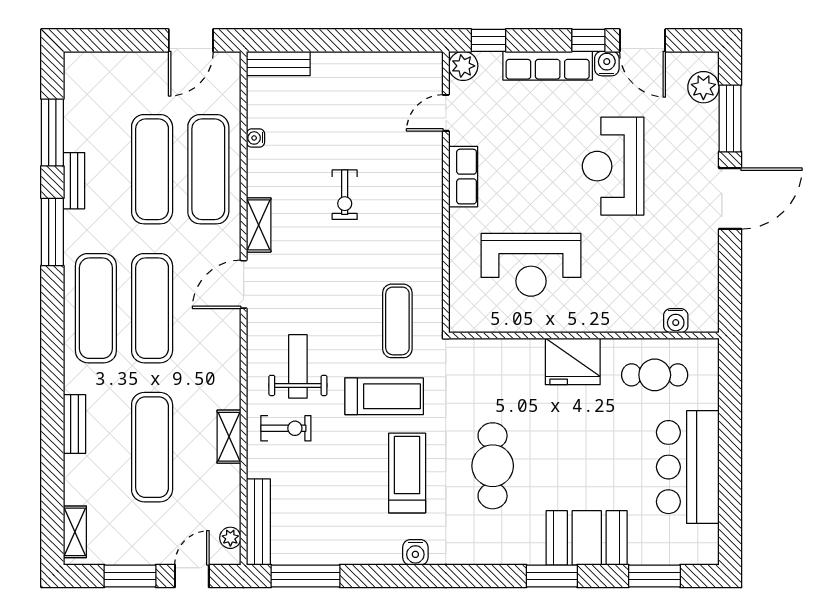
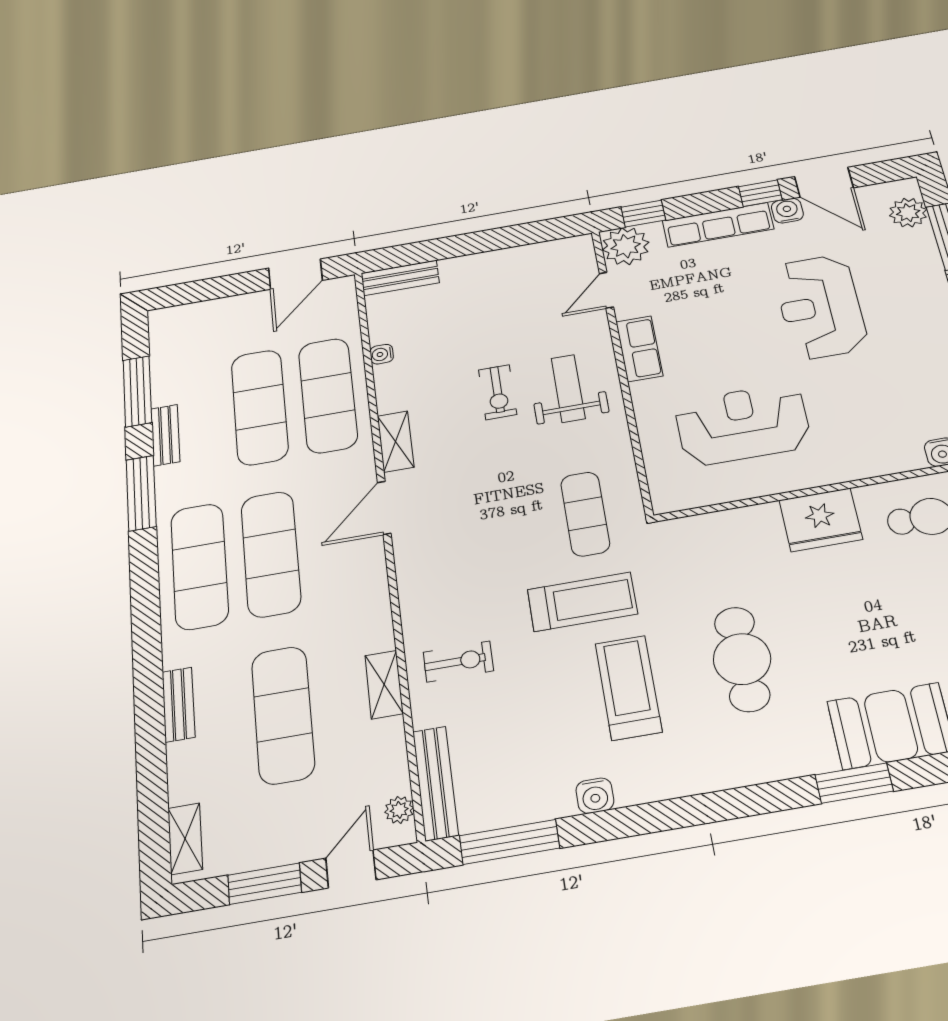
plant: (463, 66) -> (626, 246), width x1.36, depth x1.36
reception desk: (531, 265) -> (743, 424), turned 180
weight bench: (298, 366) -> (568, 388), moved
water cooler: (415, 552) -> (595, 796), moved

